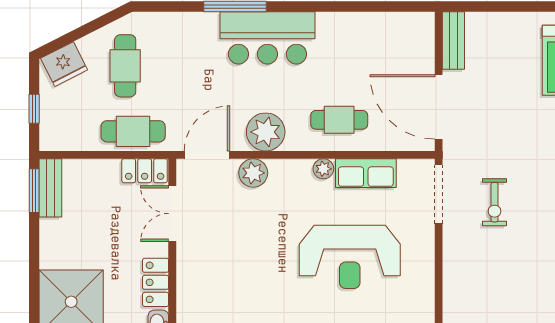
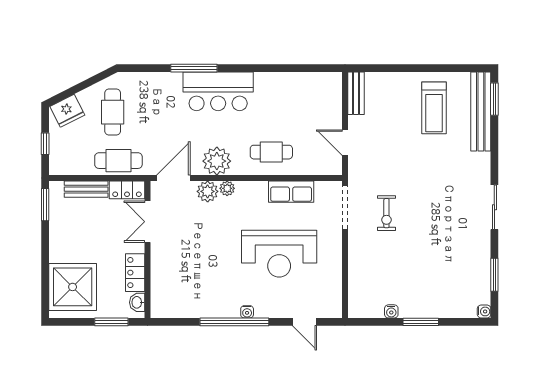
door: (439, 107) -> (345, 143), width x0.53
plant: (323, 169) -> (227, 188), moved
bench: (50, 188) -> (86, 189), moved, turned 90

